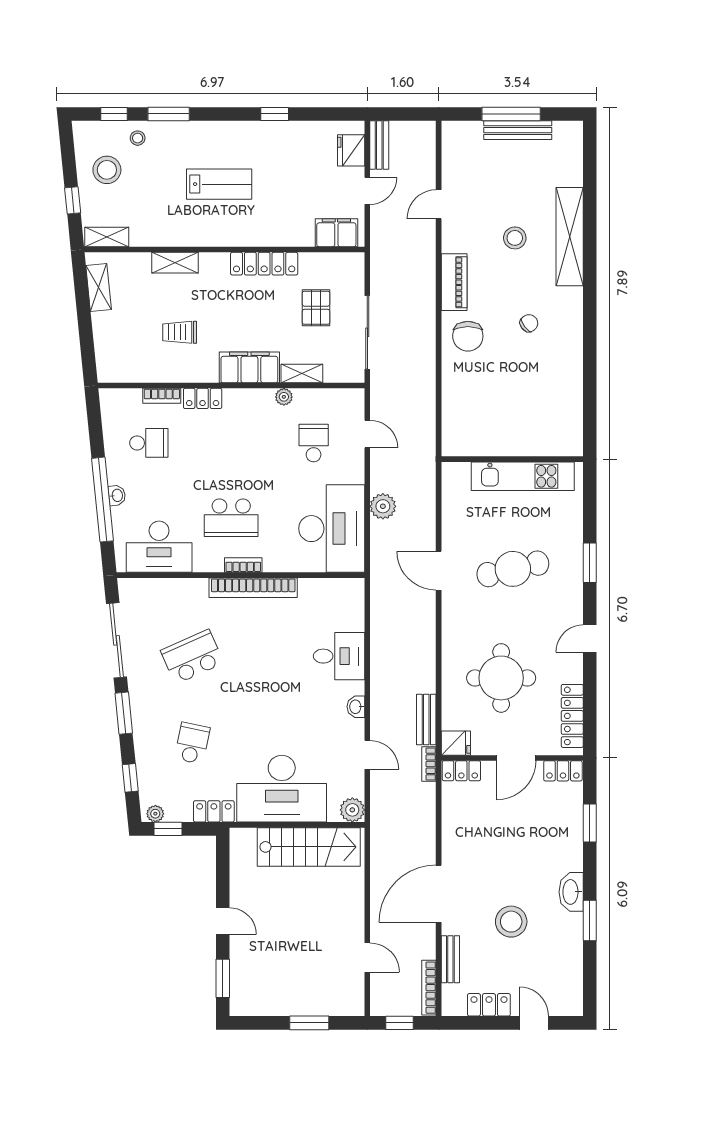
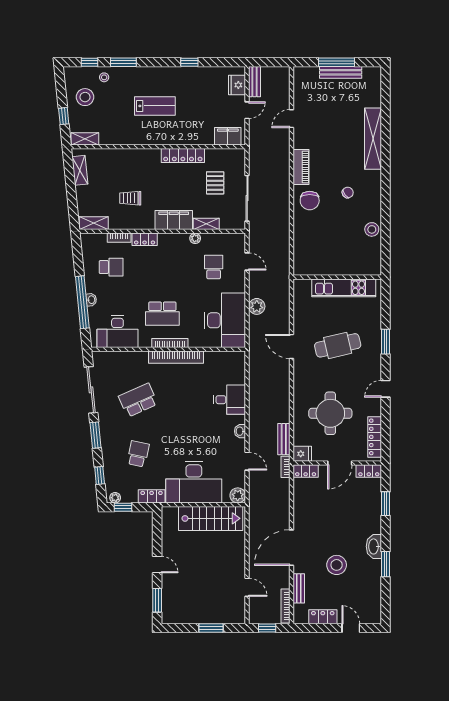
stool: (515, 238) -> (372, 229), moved
shelving: (175, 263) -> (94, 223), moved
bookcase: (243, 565) -> (170, 343), width x1.56

